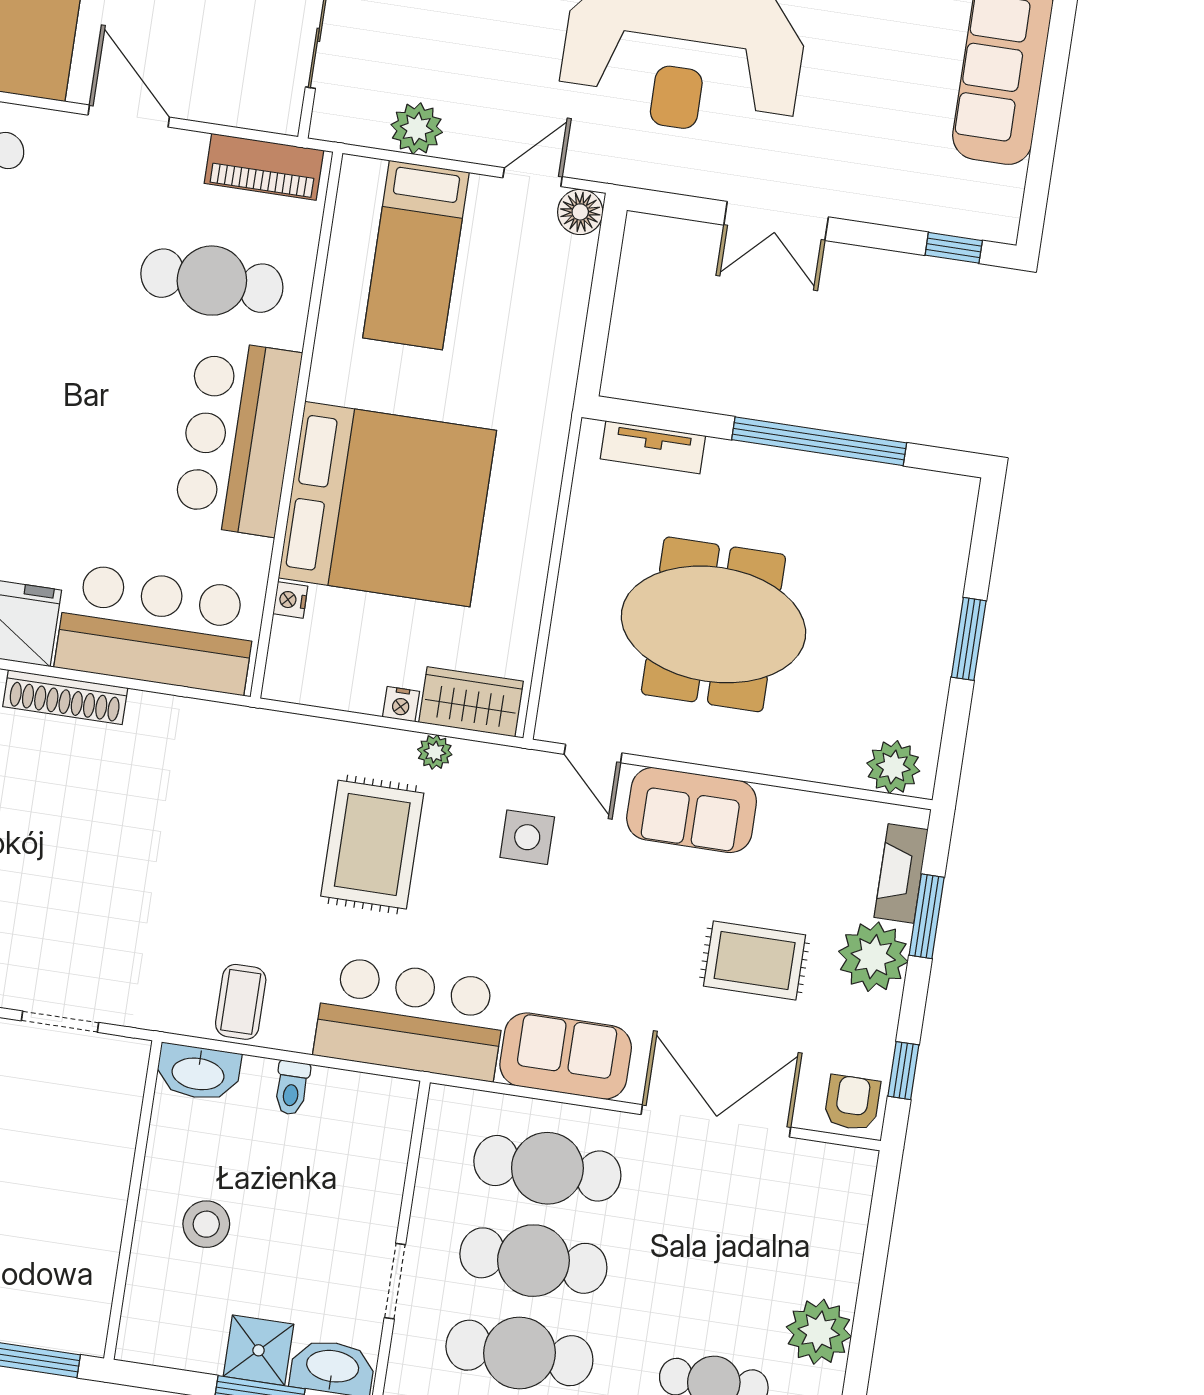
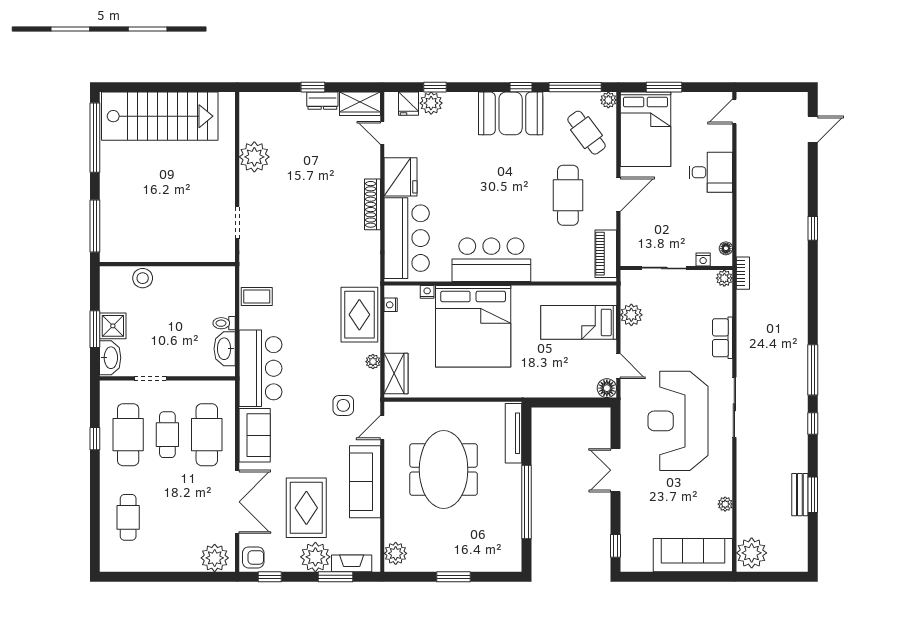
cafe table: (212, 281) -> (568, 195), moved
tv unit: (653, 447) -> (513, 433), width x1.41
nightstand: (401, 704) -> (391, 305), moved
sofa: (692, 810) -> (365, 482), width x1.36
rug: (372, 845) -> (359, 315), moved, turned 90
rug: (755, 960) -> (306, 508), width x1.36, depth x1.43
washbasin: (198, 1072) -> (225, 349), moved
stool: (206, 1224) -> (143, 278), moved
cafe table: (533, 1261) -> (167, 435), width x0.73, depth x0.74
plant: (819, 1332) -> (215, 558), moved

